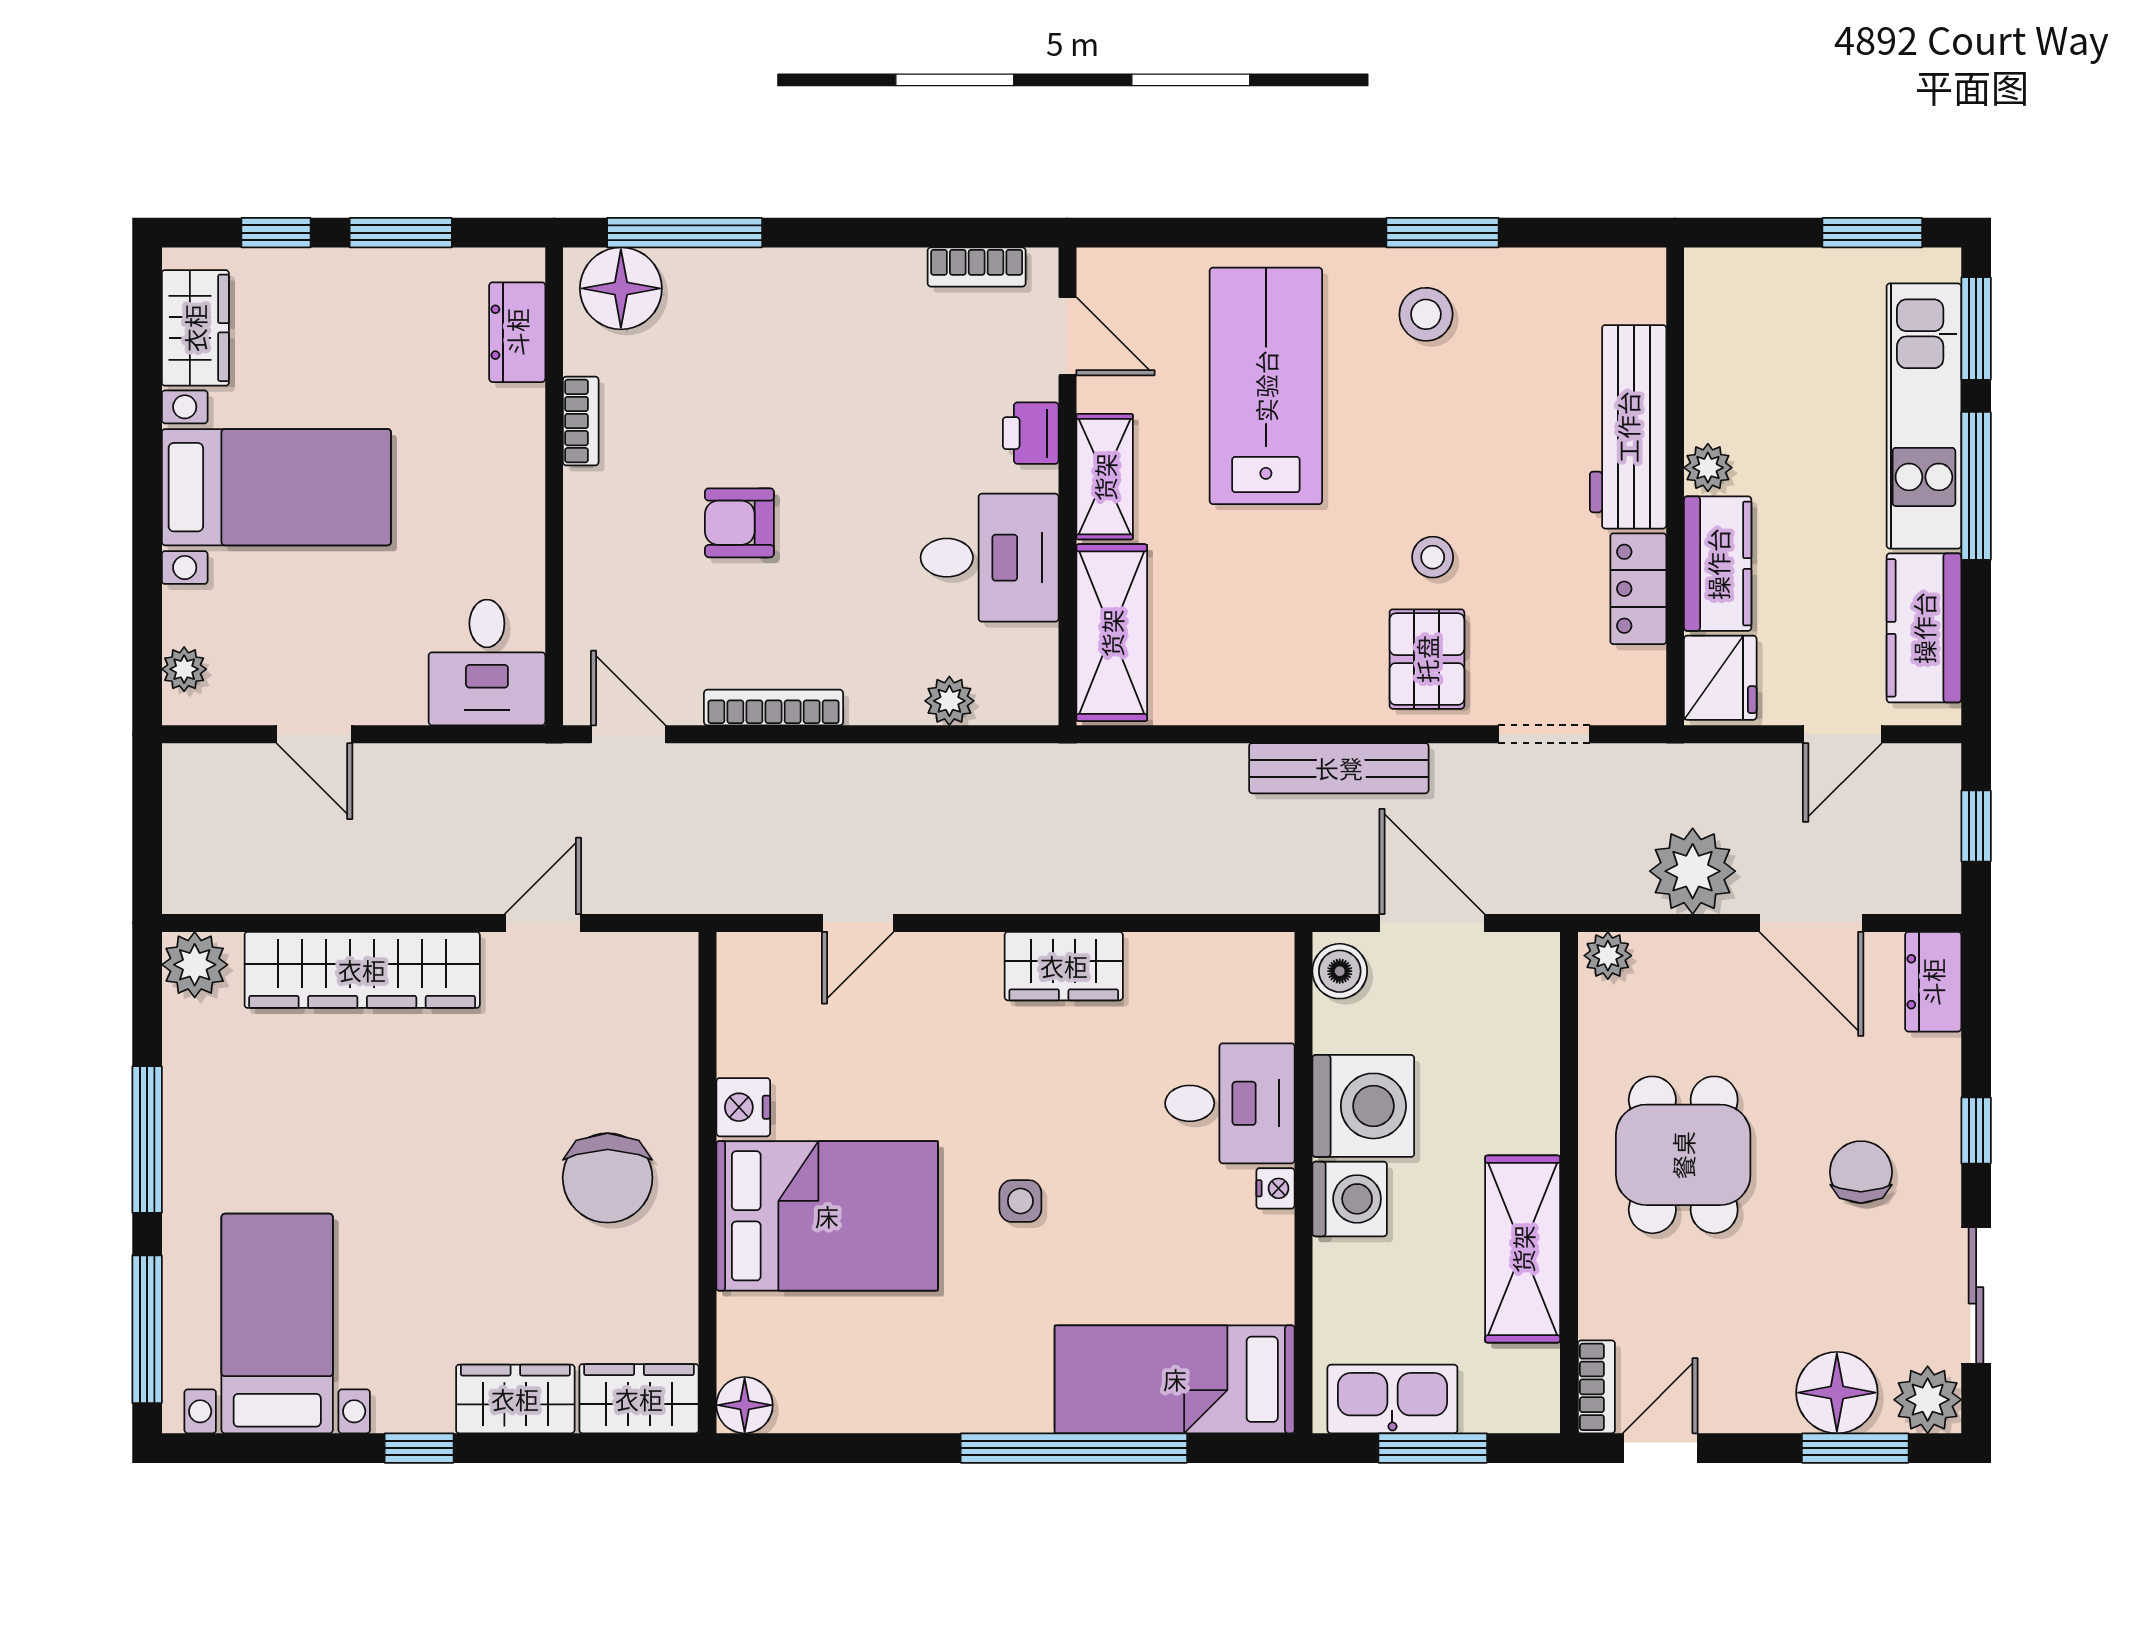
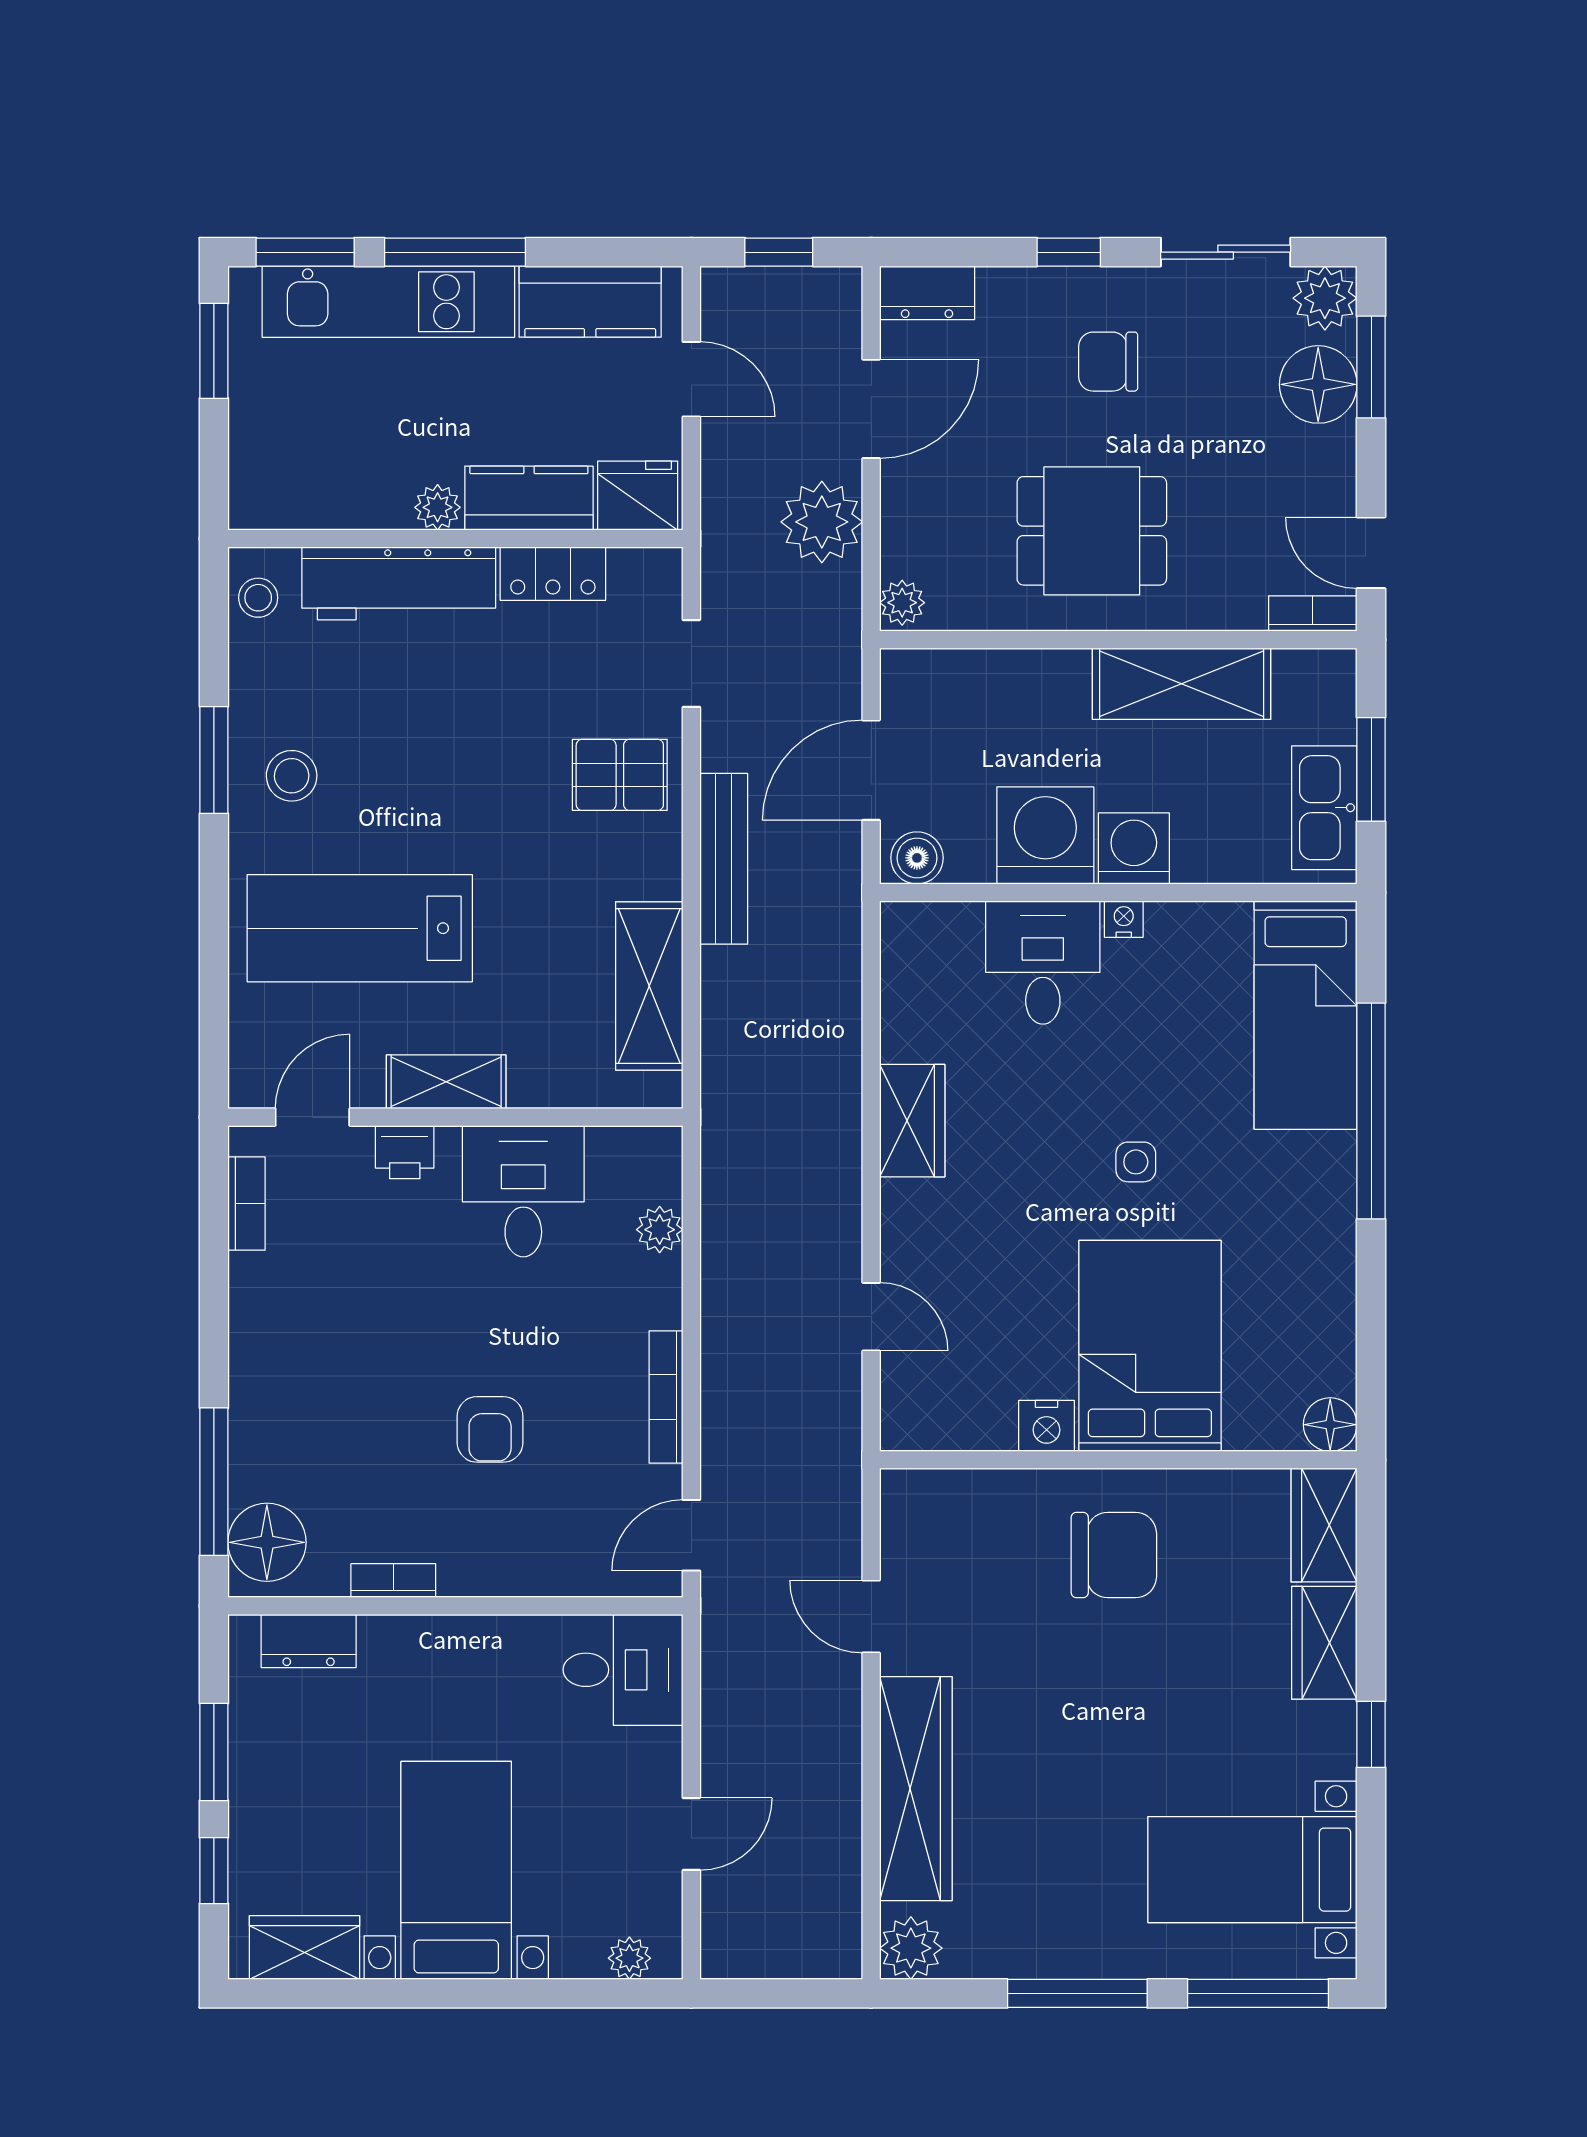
stool: (1433, 557) -> (258, 598), moved
shelving: (1112, 633) -> (649, 986), moved, turned 90

